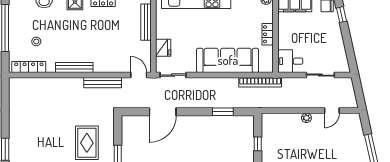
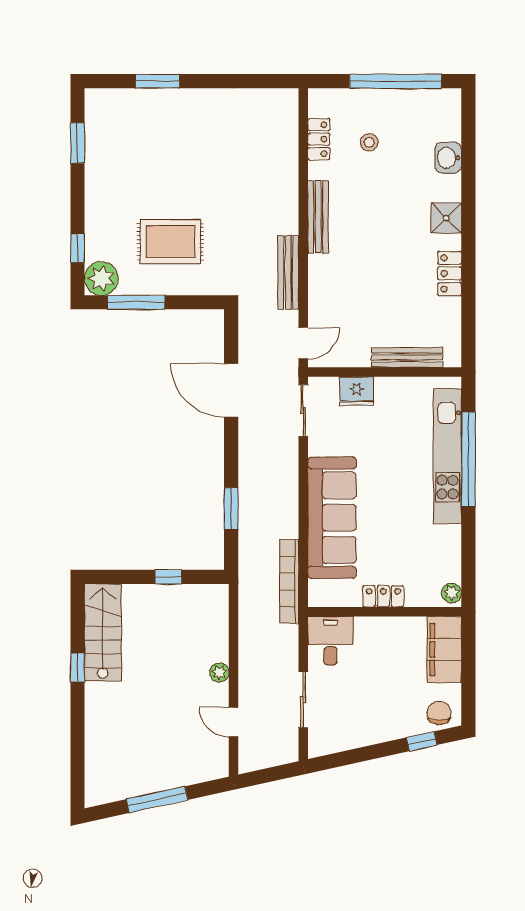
locker: (29, 67) -> (319, 139), width x0.66

